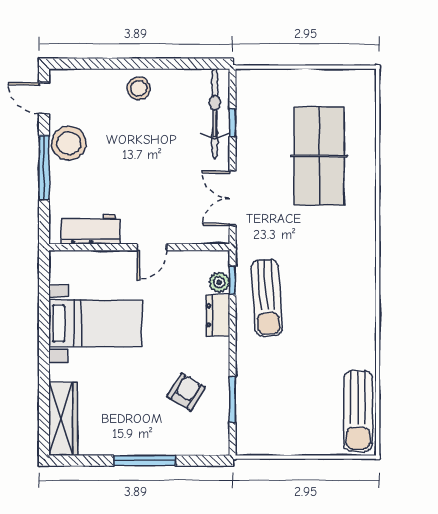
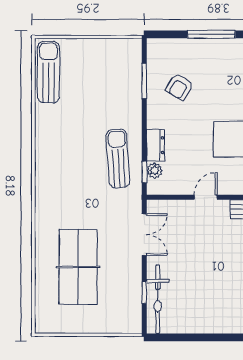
stool: (139, 88) -> (216, 319), removed

